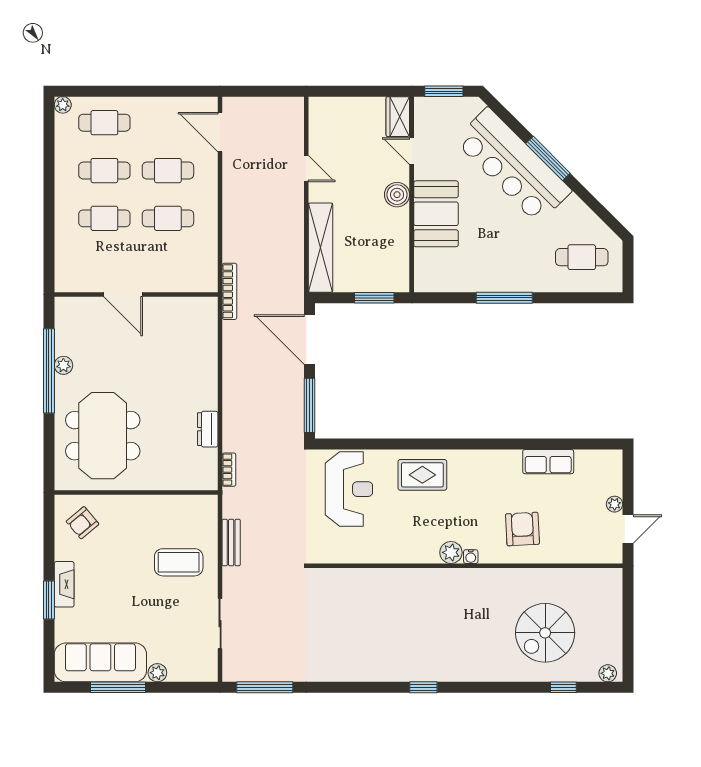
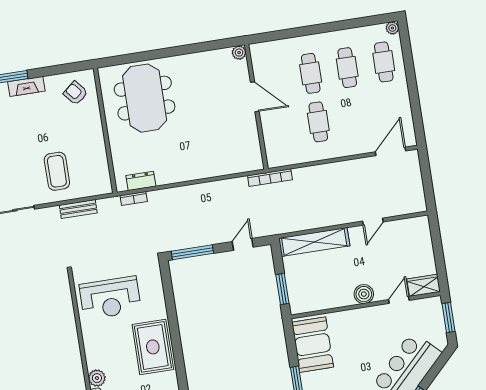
cafe table: (168, 171) -> (355, 116), removed
booth: (436, 214) -> (313, 345), moved, turned 90
door: (123, 295) -> (255, 97), swing flipped
door: (309, 339) -> (243, 244), width x0.53
plant: (63, 365) -> (239, 53), moved
window: (49, 371) -> (188, 49), removed
dresser: (208, 429) -> (141, 181), moved
meeting table: (103, 436) -> (145, 98), turned 90
rug: (422, 475) -> (153, 347), width x1.36, depth x1.43
reception desk: (349, 489) -> (110, 298), moved

